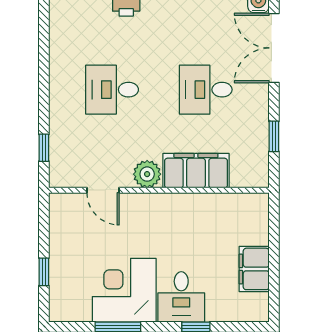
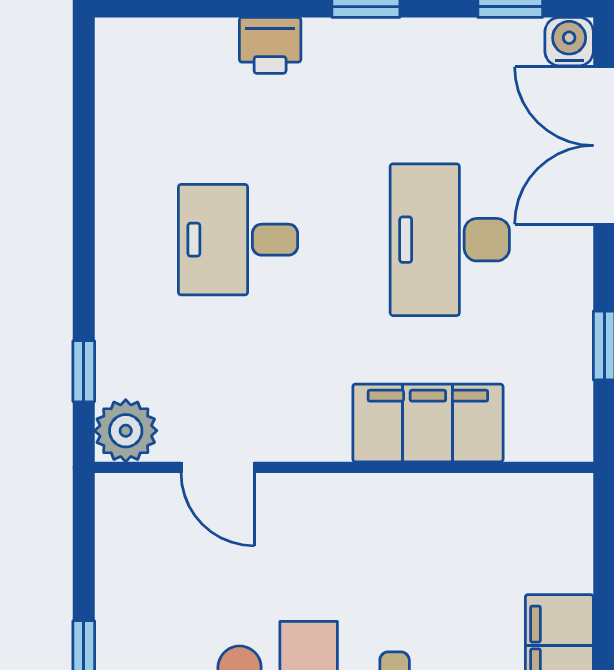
desk: (206, 90) -> (450, 240), width x1.37
plant: (147, 174) -> (126, 431), moved

